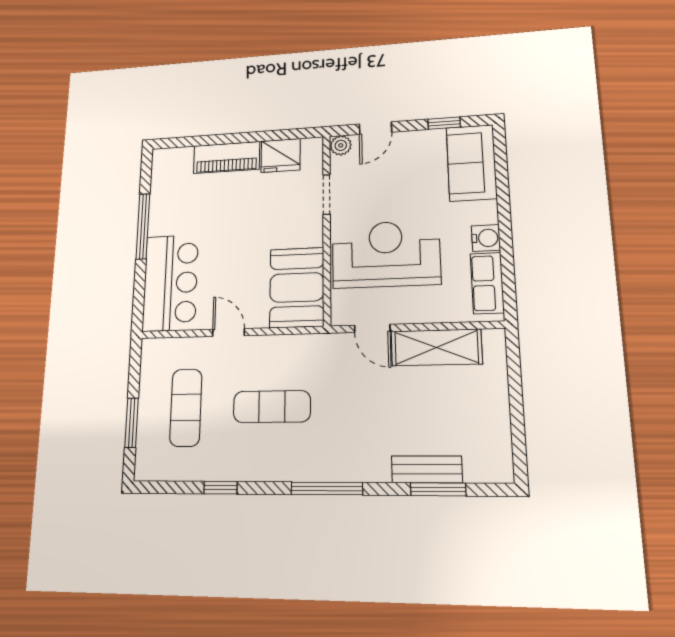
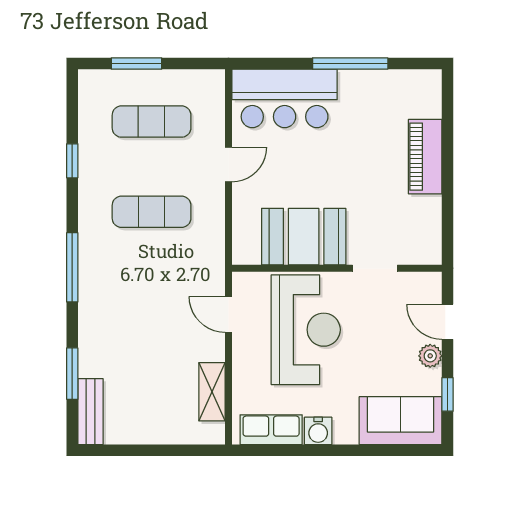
plant: (341, 145) -> (430, 356), moved
fridge: (281, 155) -> (423, 218), removed
booth: (297, 287) -> (304, 237), moved
door: (372, 328) -> (229, 314), hinge flipped
shelving: (436, 347) -> (212, 392), width x0.67, depth x0.75
exercise mat: (272, 407) -> (152, 212), turned 90
bench: (427, 469) -> (91, 412), moved

